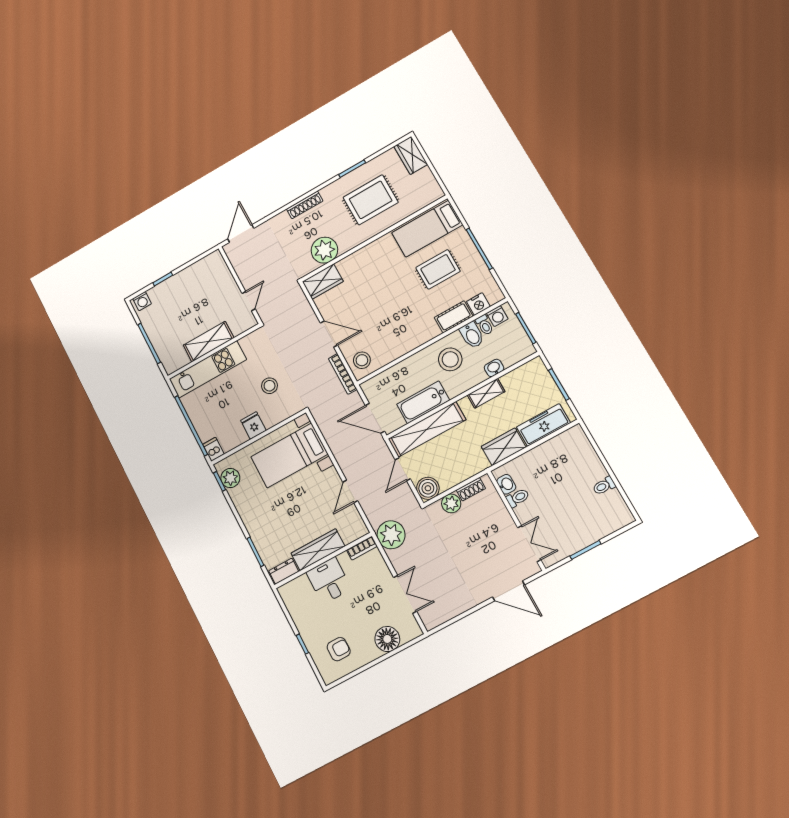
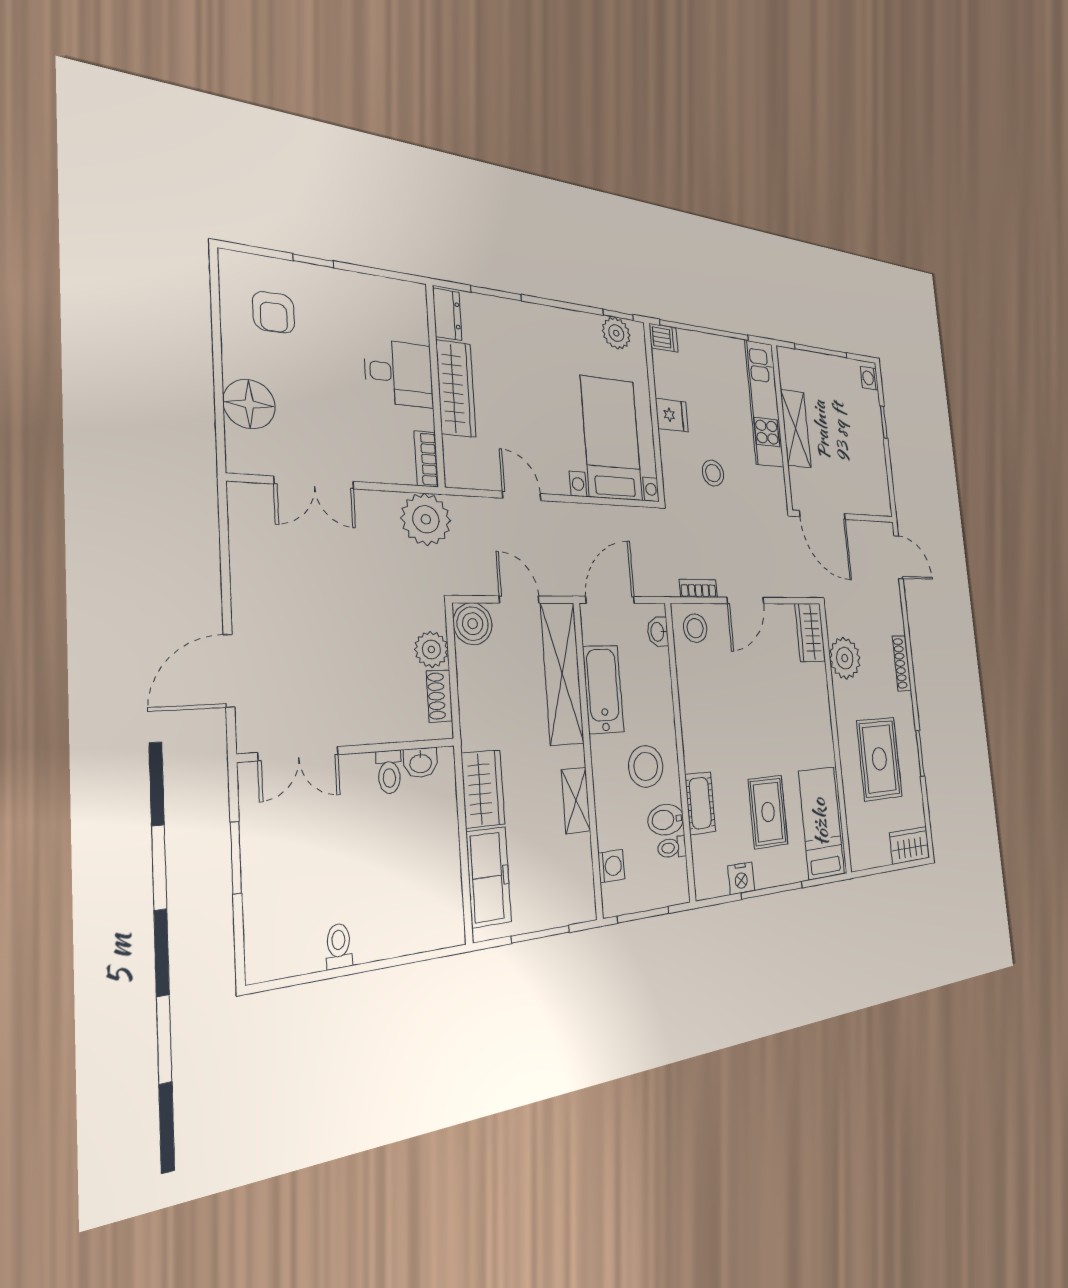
door: (249, 301) -> (823, 515), width x1.87
nightstand: (478, 304) -> (741, 878), moved, turned -90
washing machine: (497, 316) -> (611, 866), moved, turned 180
washbasin: (494, 368) -> (658, 632), moved, turned 180
bookcase: (343, 374) -> (698, 588), width x0.64

